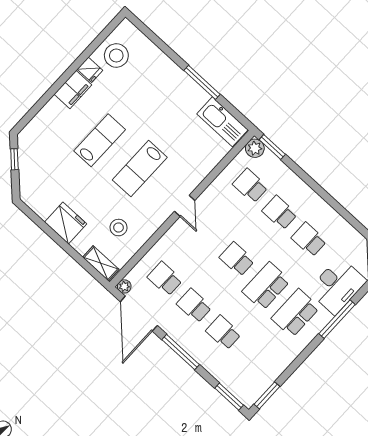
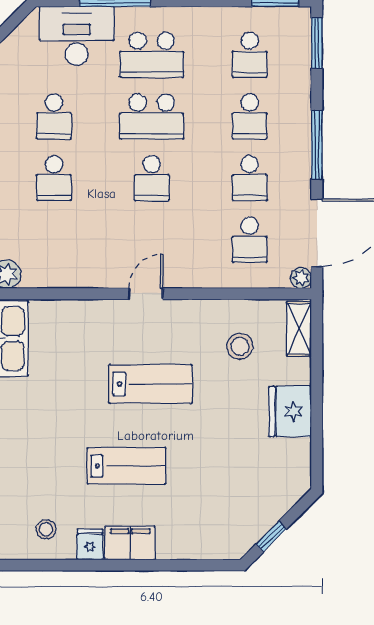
stool: (116, 55) -> (46, 529), width x0.53, depth x0.53
lab bench: (100, 140) -> (126, 466), moved, turned 180
school desk: (250, 186) -> (250, 55), moved

